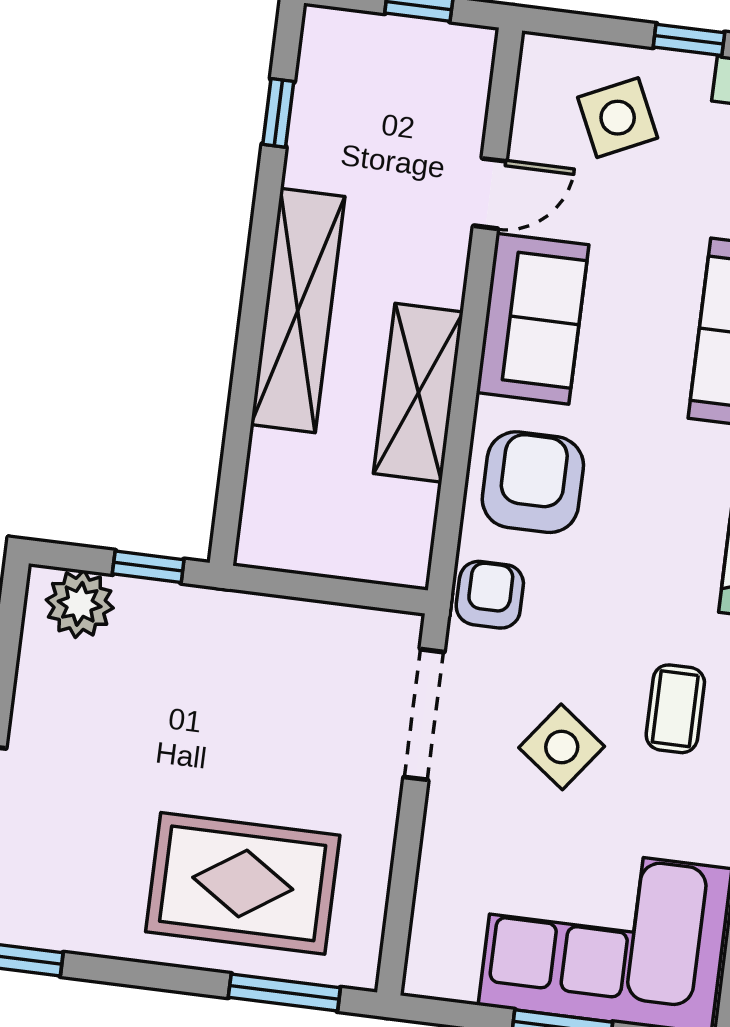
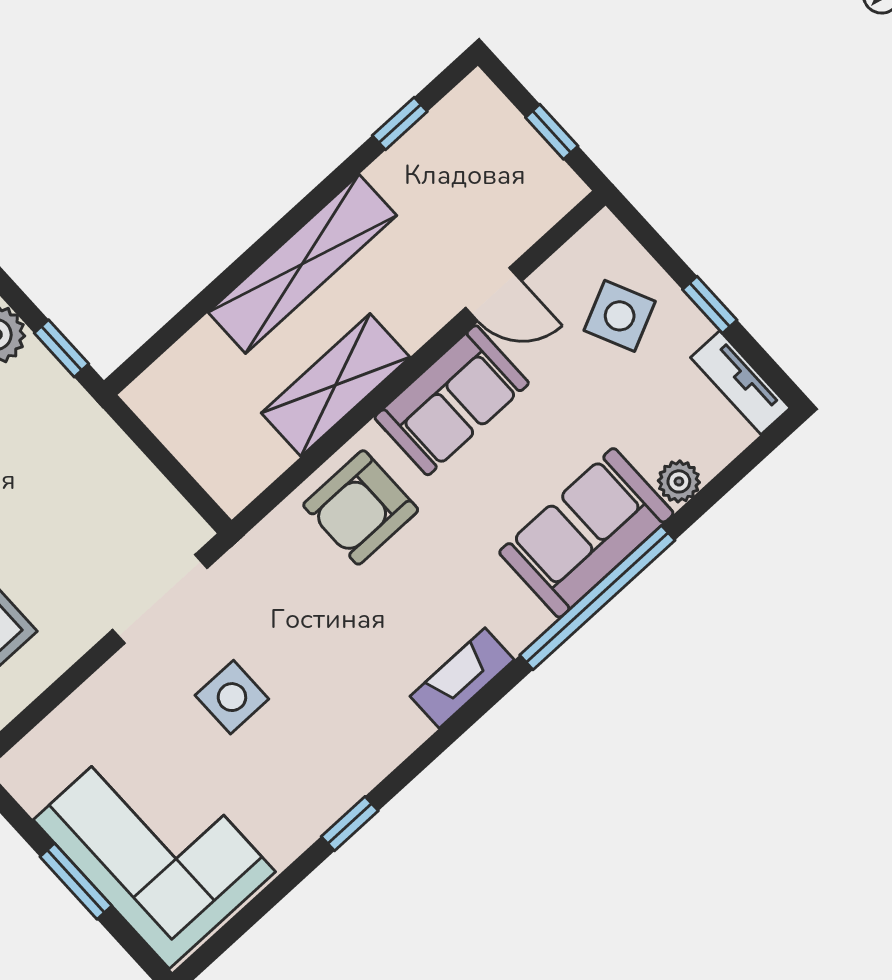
armchair: (533, 482) -> (361, 507), turned 180
armchair: (490, 595) -> (270, 557), removed
coffee table: (675, 709) -> (328, 735), removed
side table: (562, 747) -> (232, 697), turned -37

